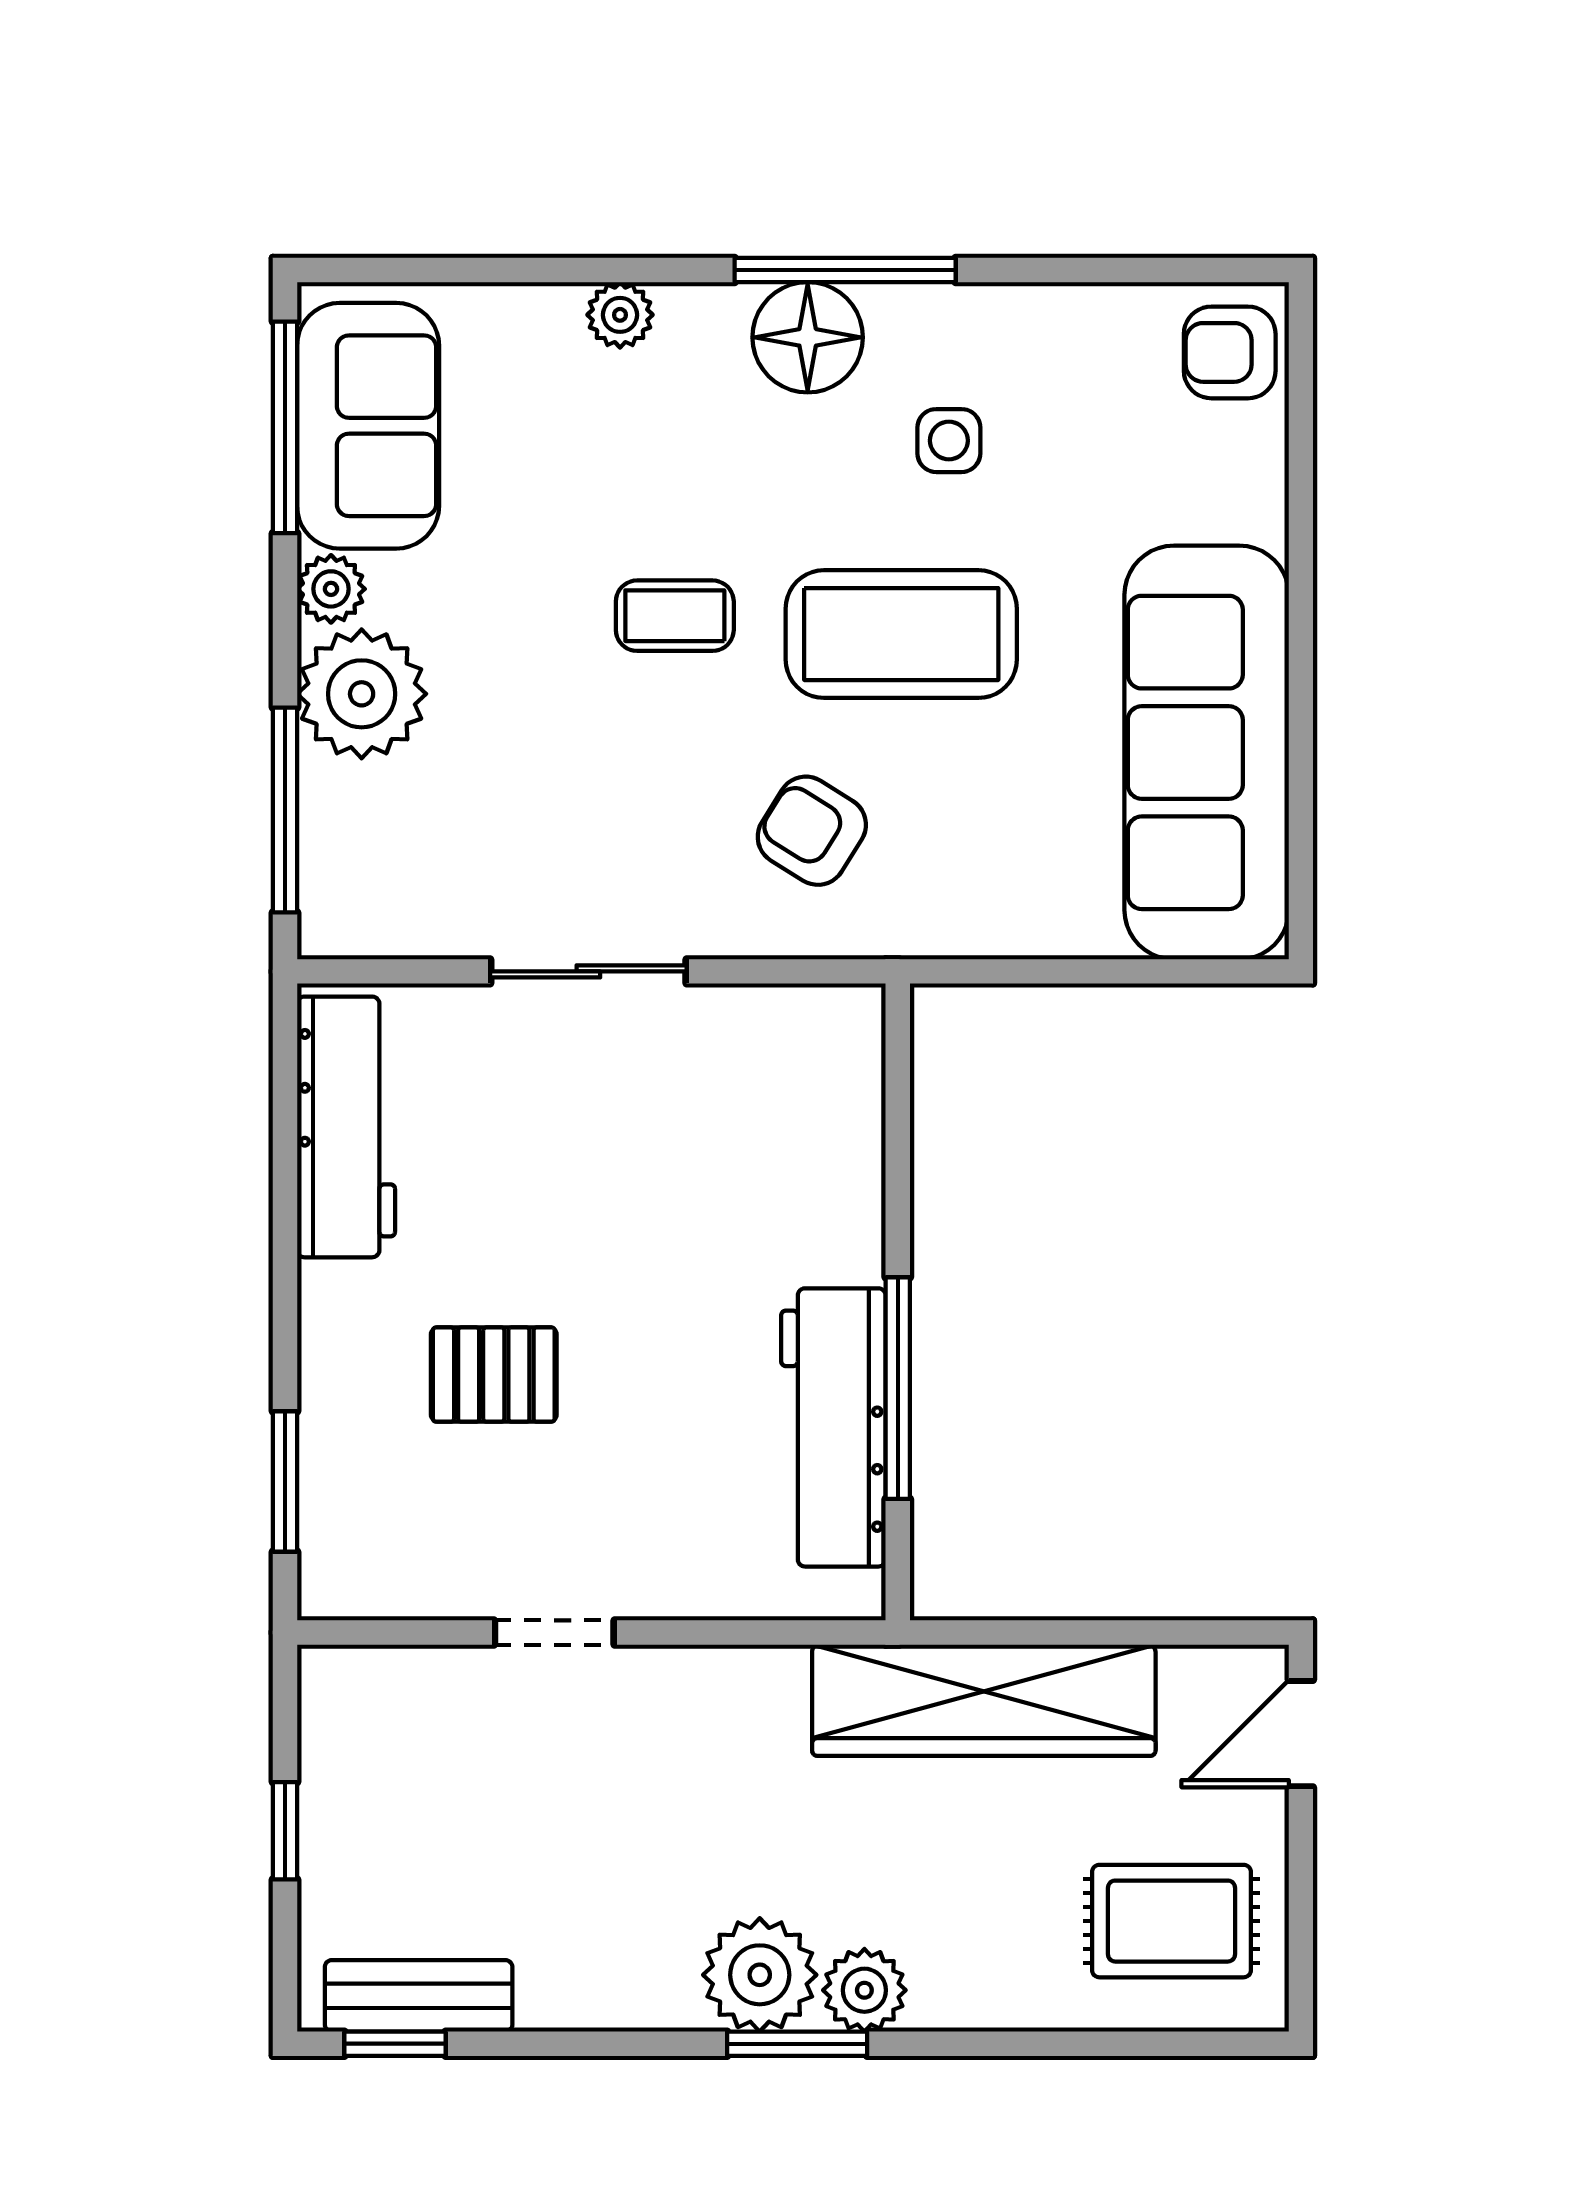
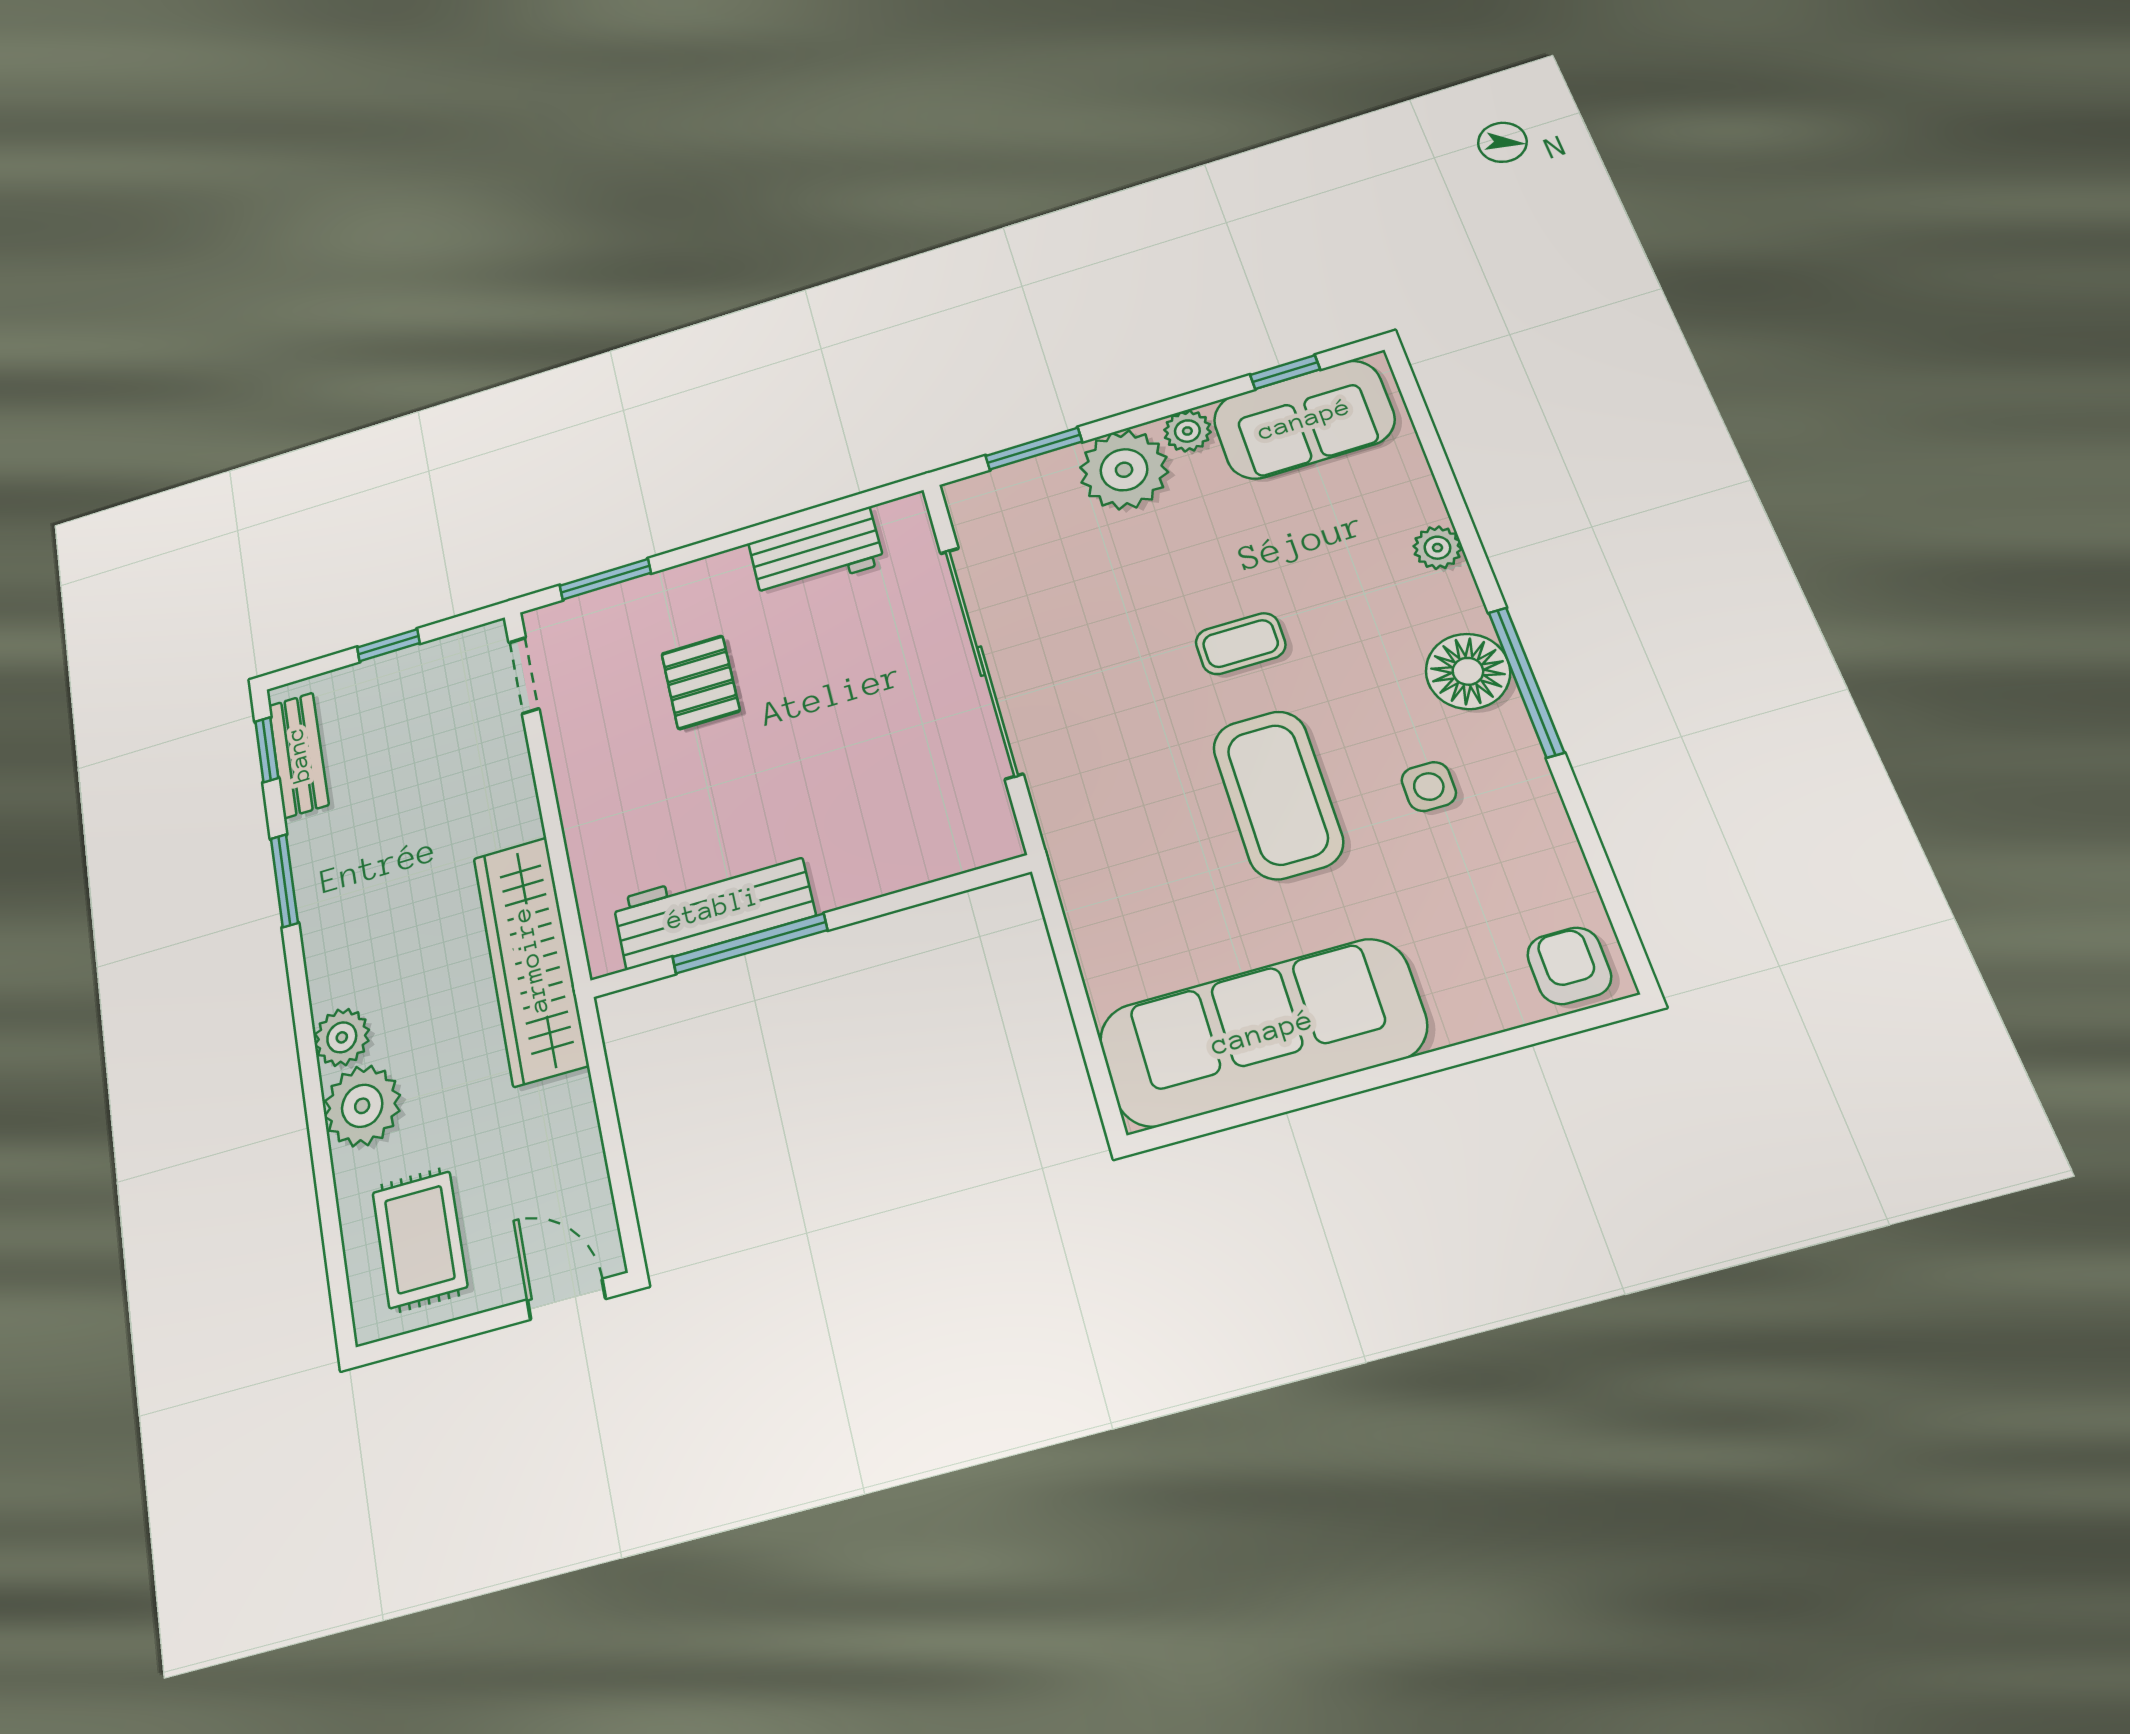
window: (285, 427) -> (1285, 372), width x0.46
coffee table: (675, 616) -> (1241, 644), turned 90
window: (285, 810) -> (1034, 449), width x0.69
armchair: (812, 831) -> (1120, 775), removed
sliding door: (588, 971) -> (981, 661), width x1.86
workbench: (346, 1127) -> (816, 553), width x0.73
doorway: (554, 1633) -> (524, 675), moved
wardrobe: (984, 1700) -> (530, 960), moved
plant: (760, 1975) -> (362, 1106), moved
window: (797, 2044) -> (284, 881), moved

